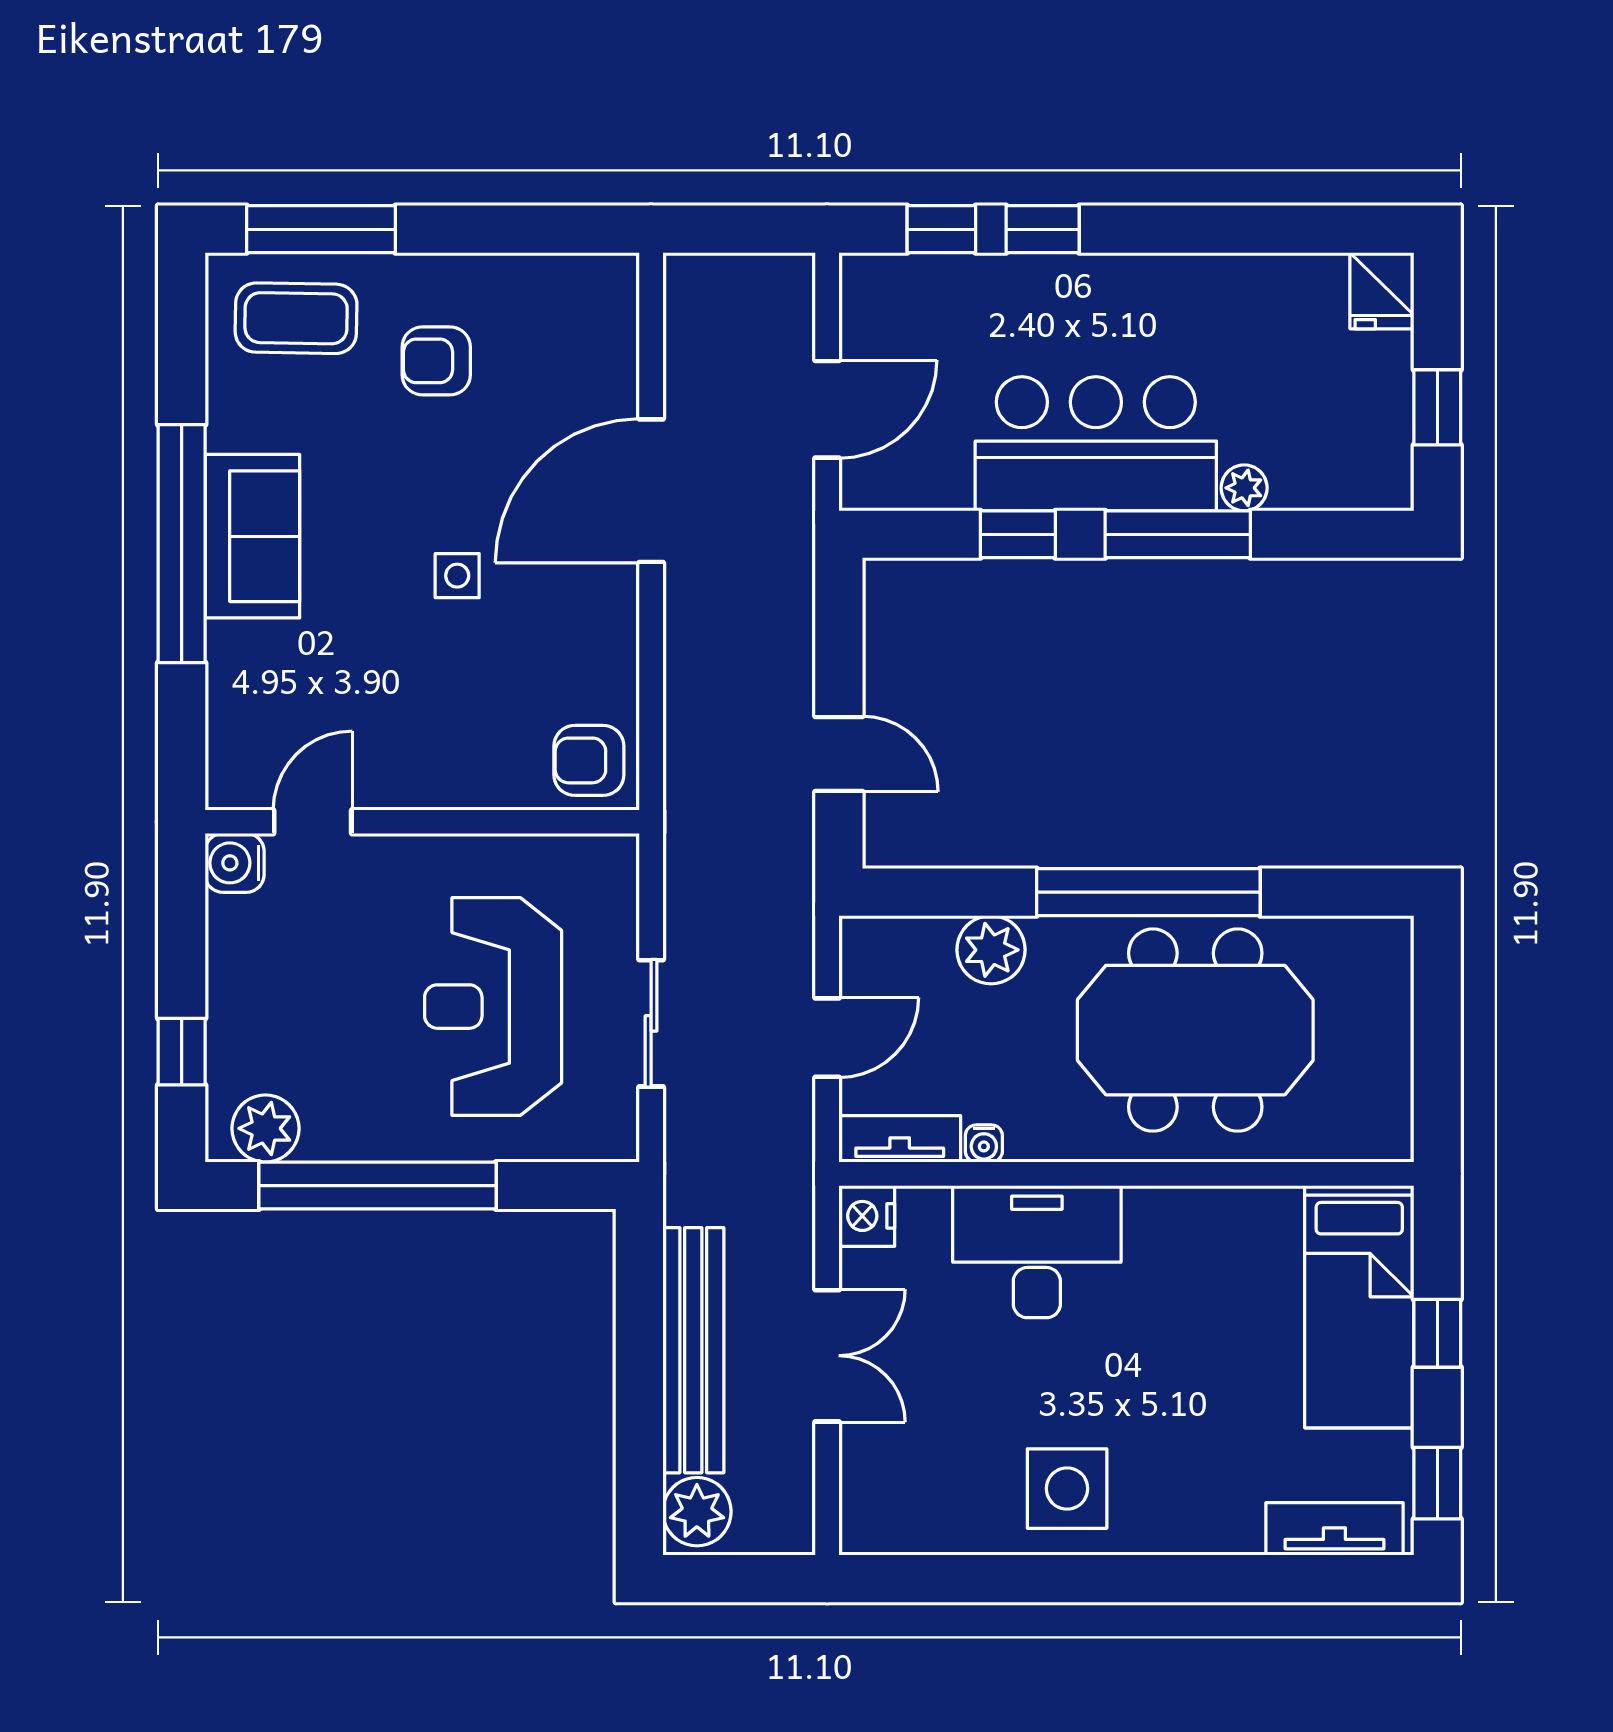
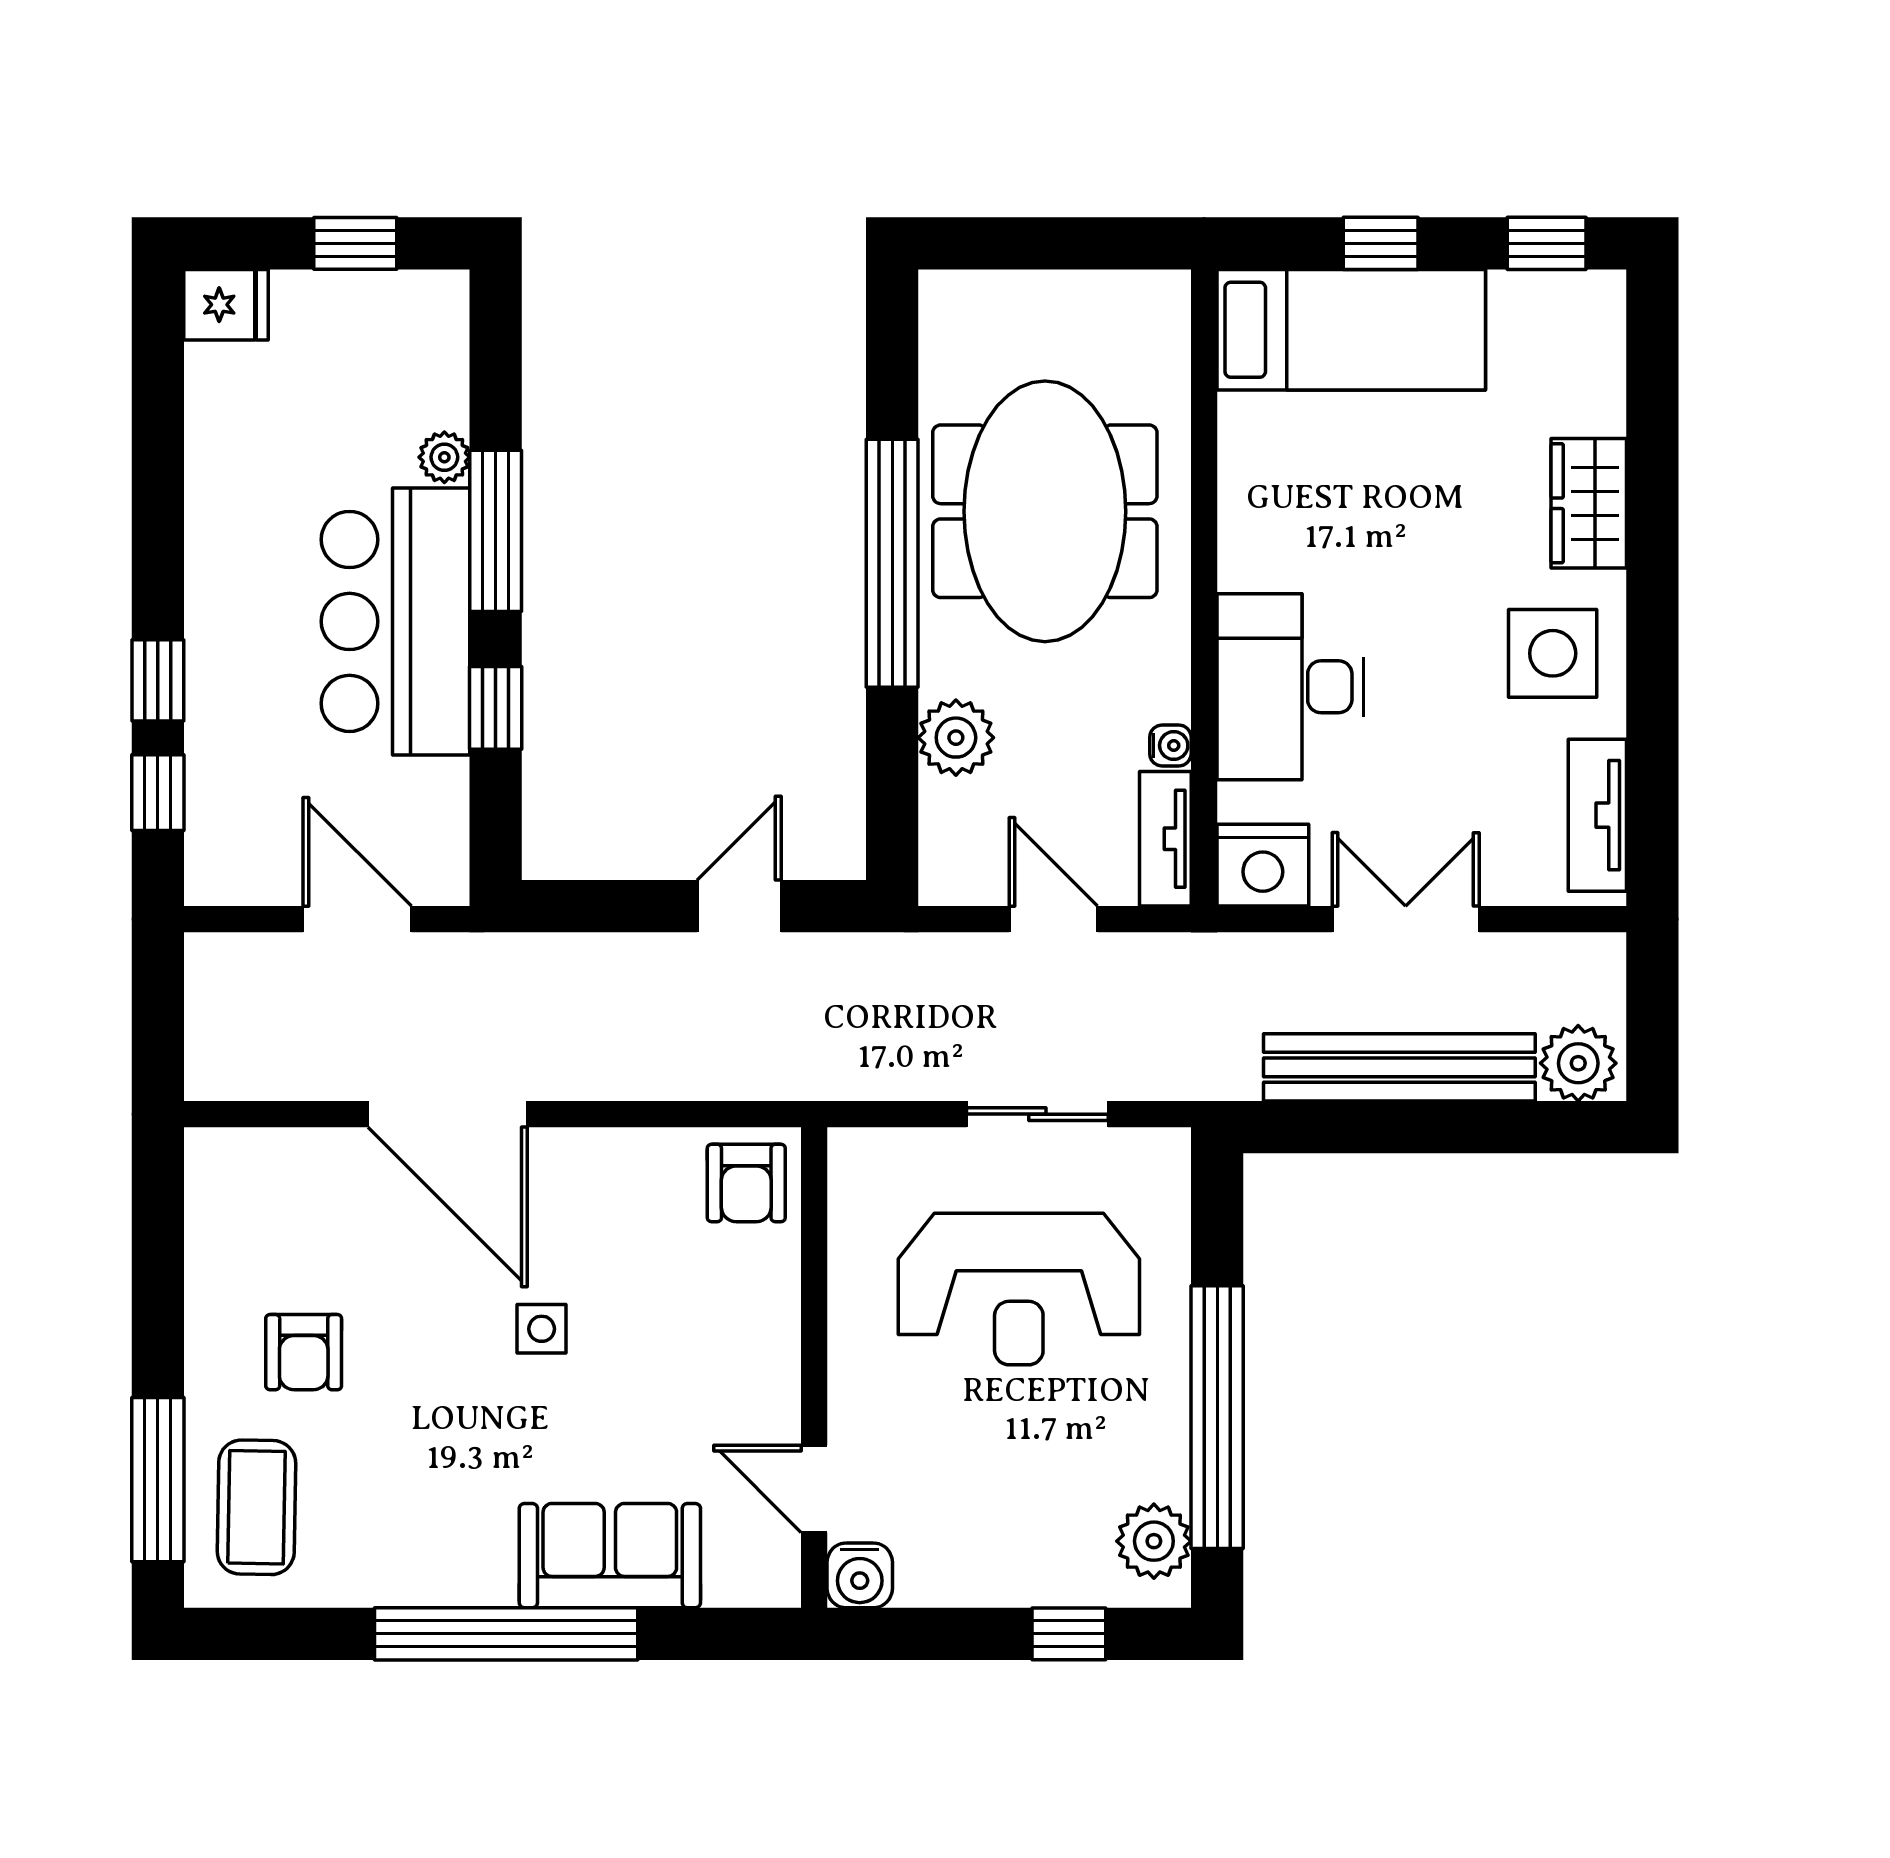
sofa: (252, 536) -> (610, 1556), moved
nightstand: (867, 1216) -> (1263, 865), width x1.36, depth x1.33
wardrobe: (1203, 1521) -> (1589, 503), added
tv unit: (1334, 1529) -> (1597, 815), moved

